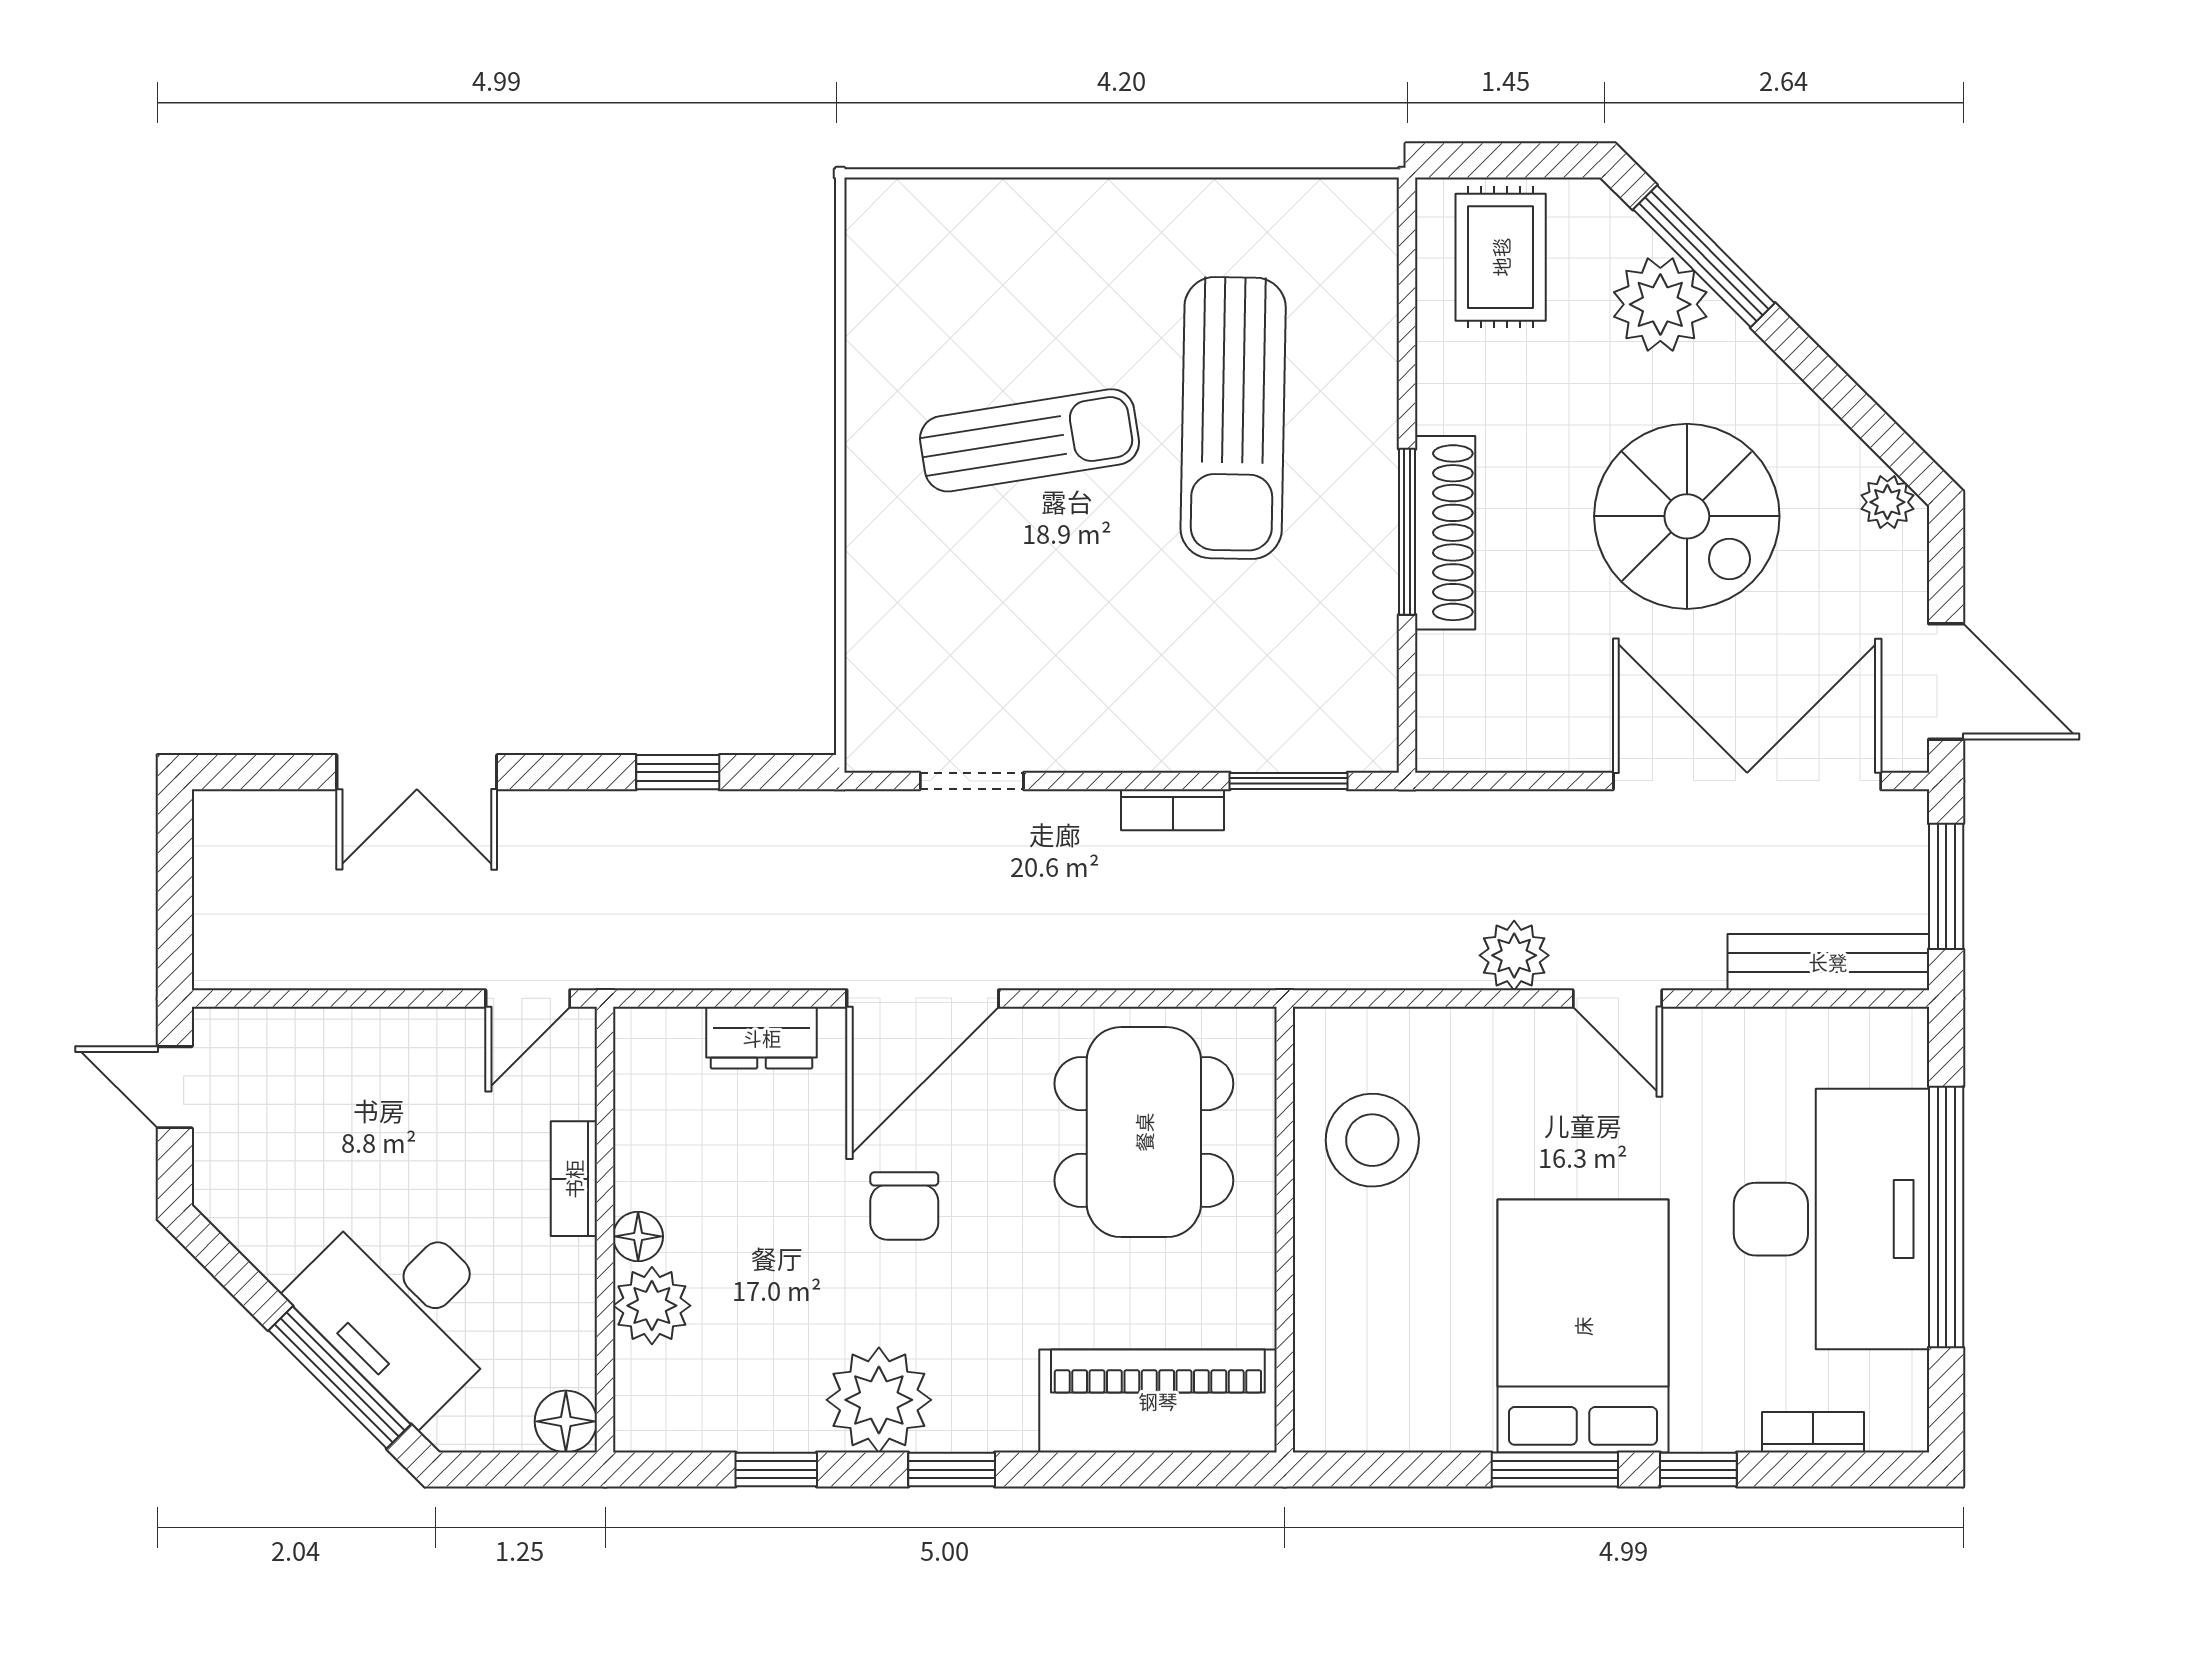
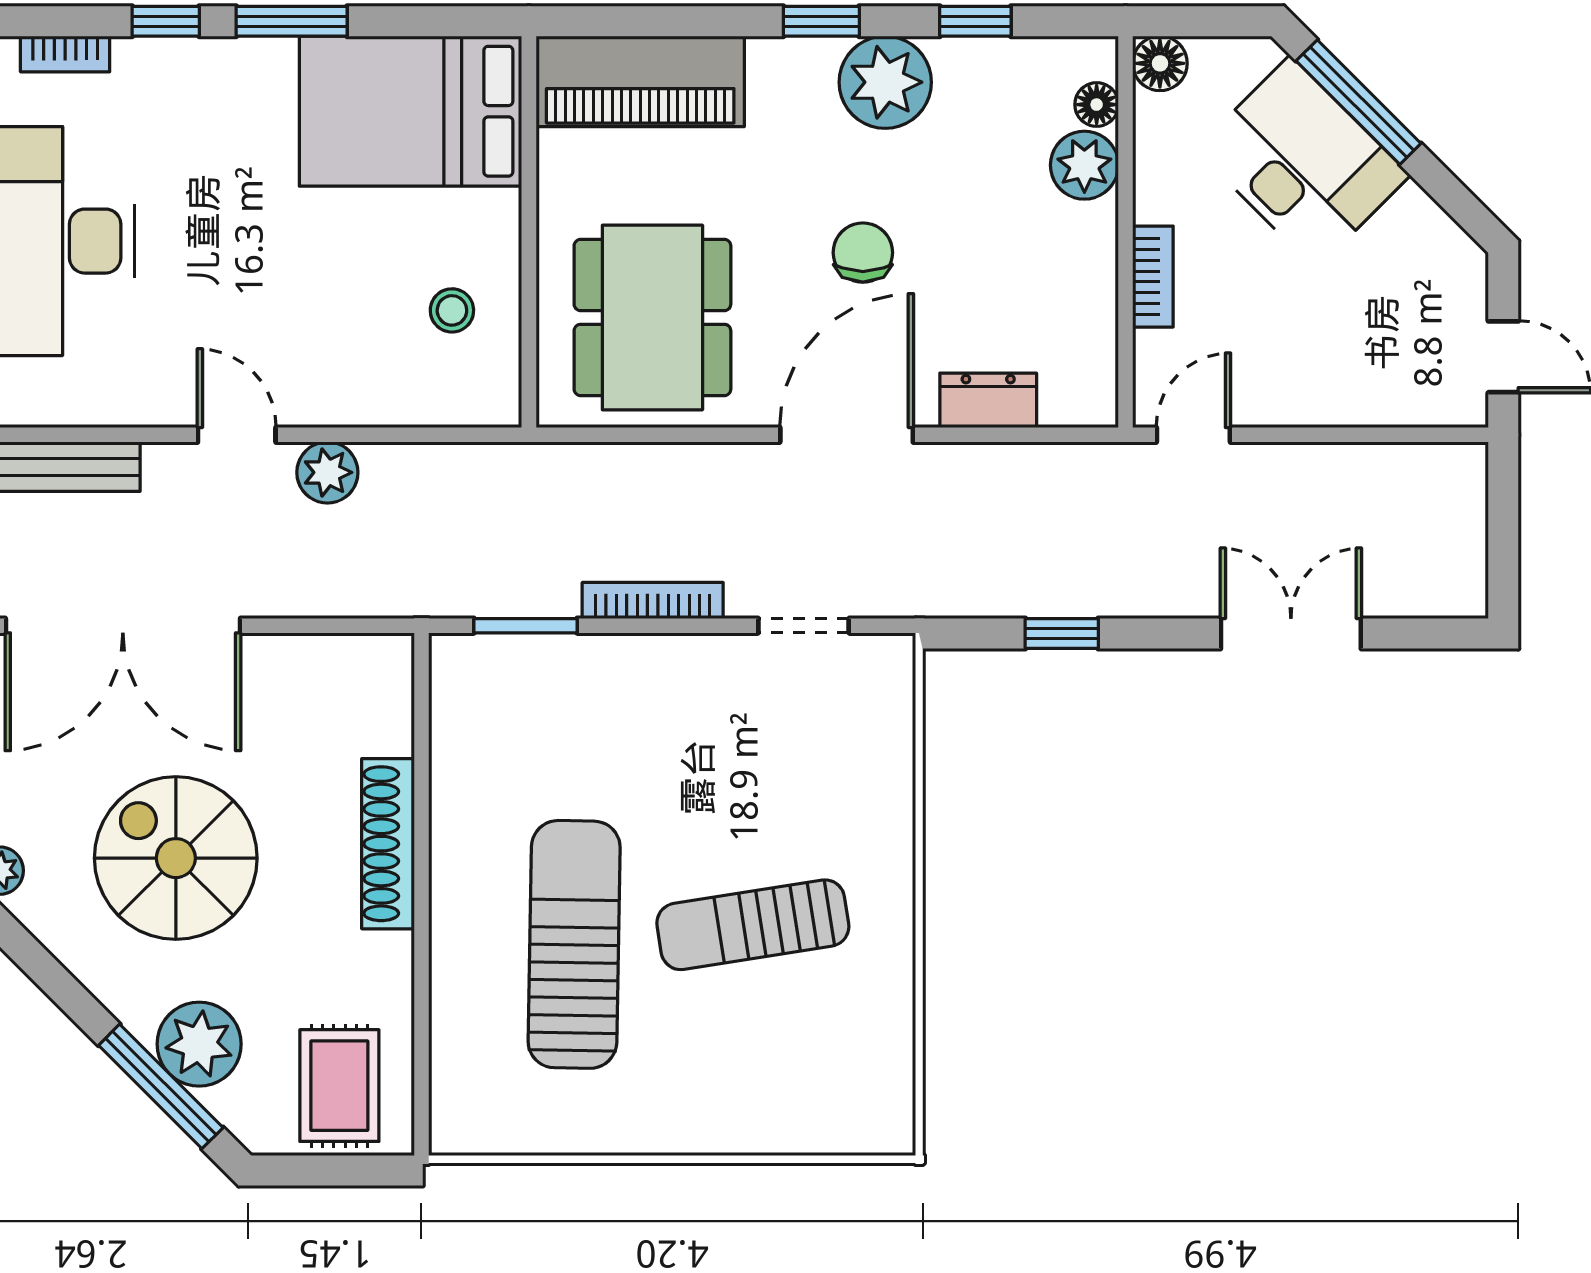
window: (1407, 532) -> (421, 845), removed
bookcase: (1173, 810) -> (653, 600), width x1.56
stool: (1372, 1140) -> (452, 310), width x0.53, depth x0.53
floor lamp: (638, 1236) -> (1097, 105), moved
bed: (1583, 1326) -> (411, 111), moved, turned 90

